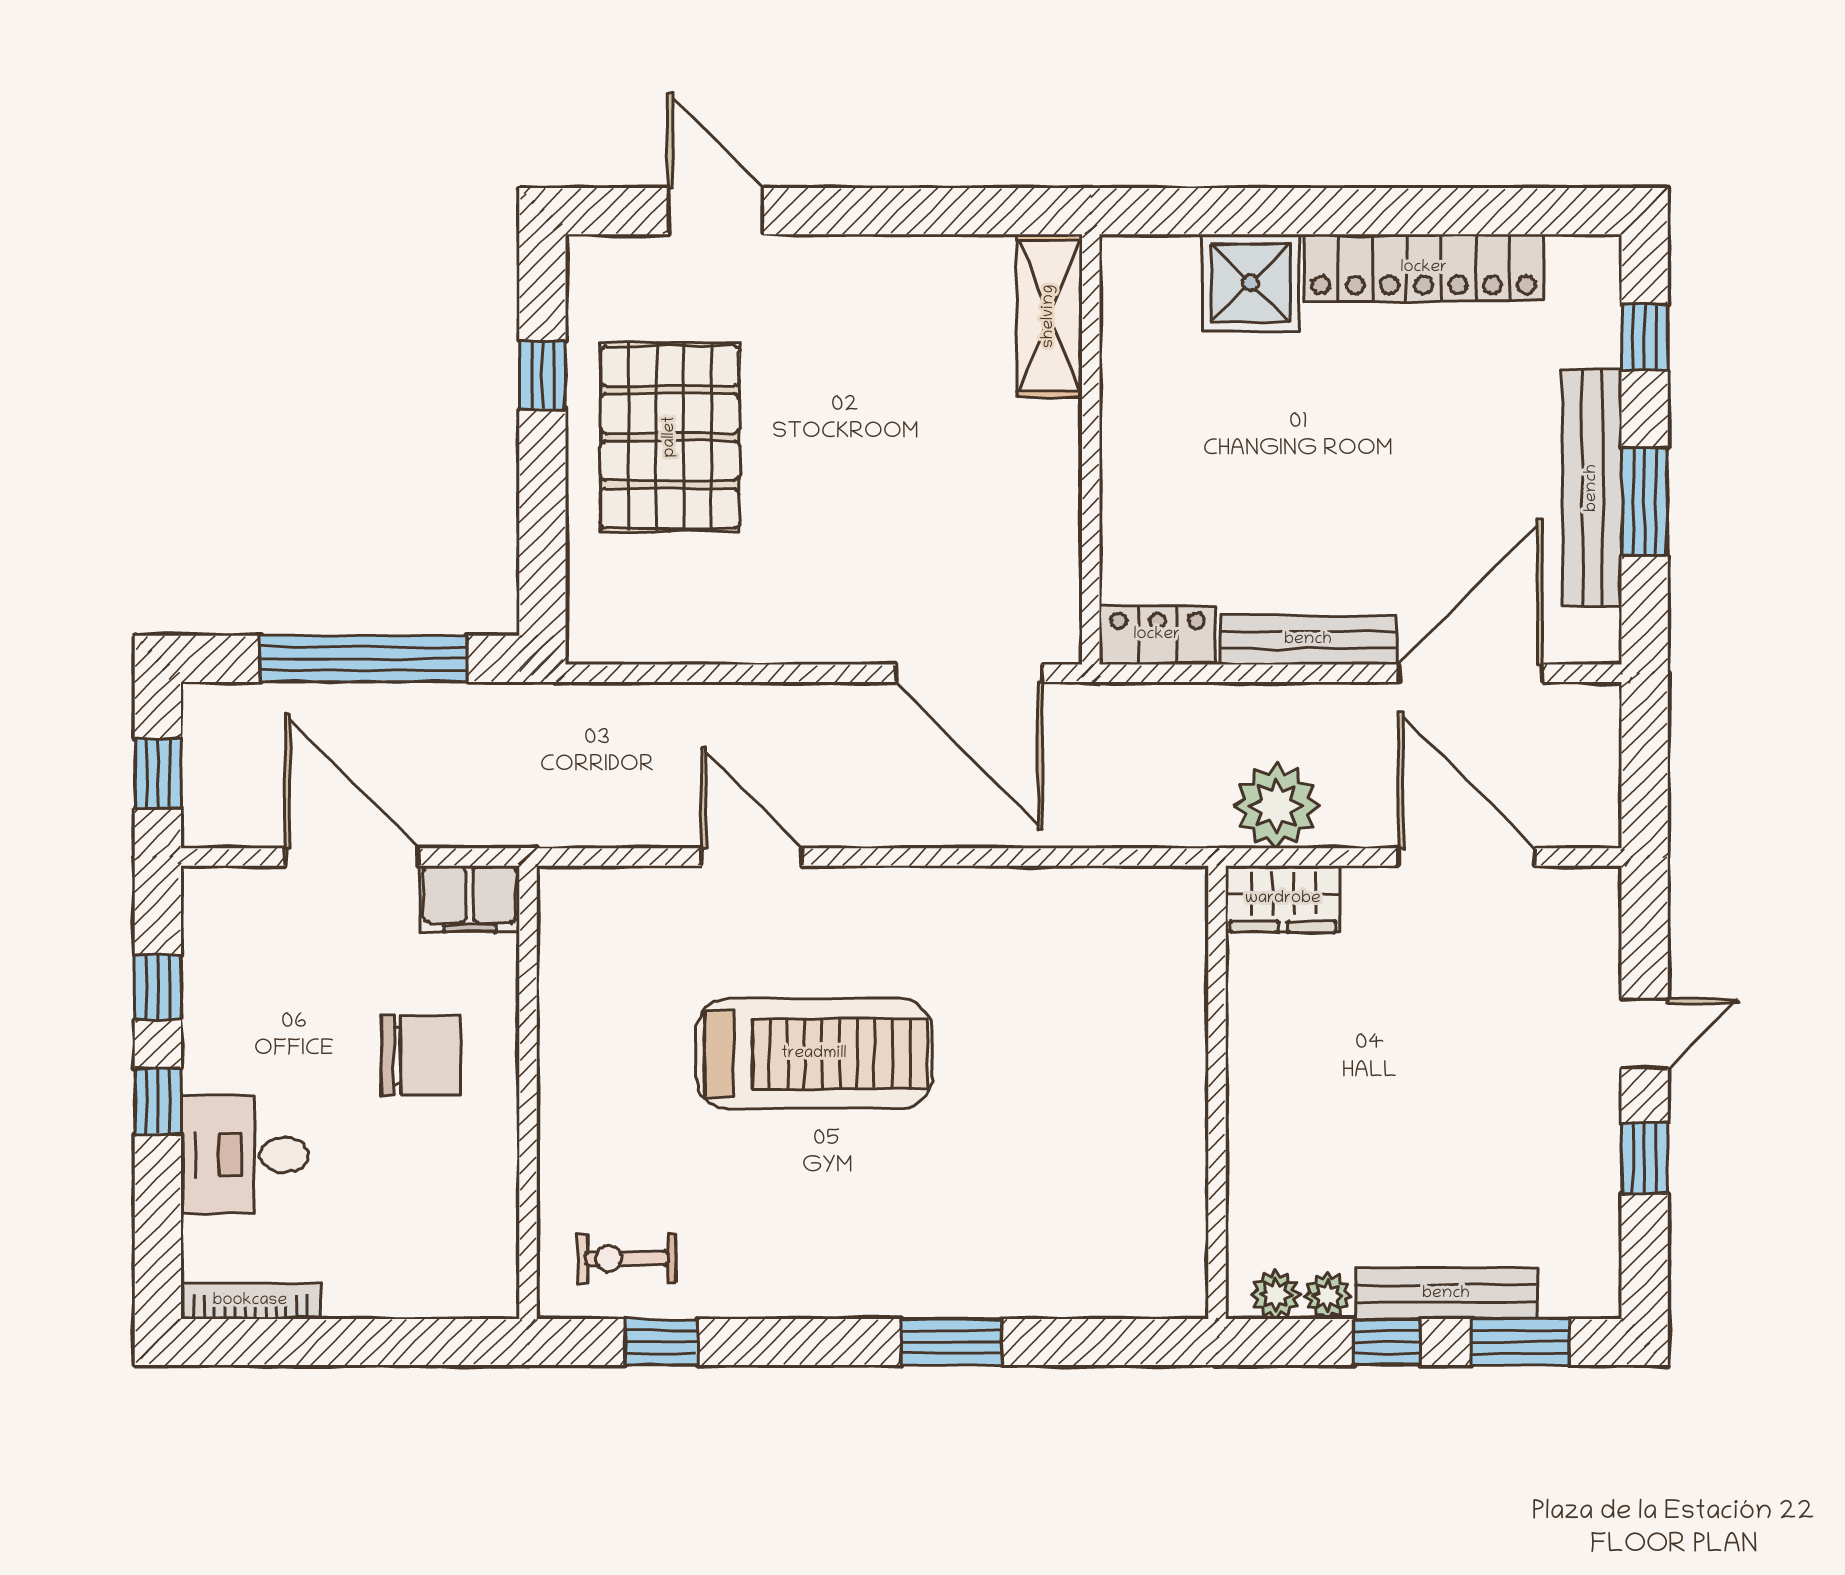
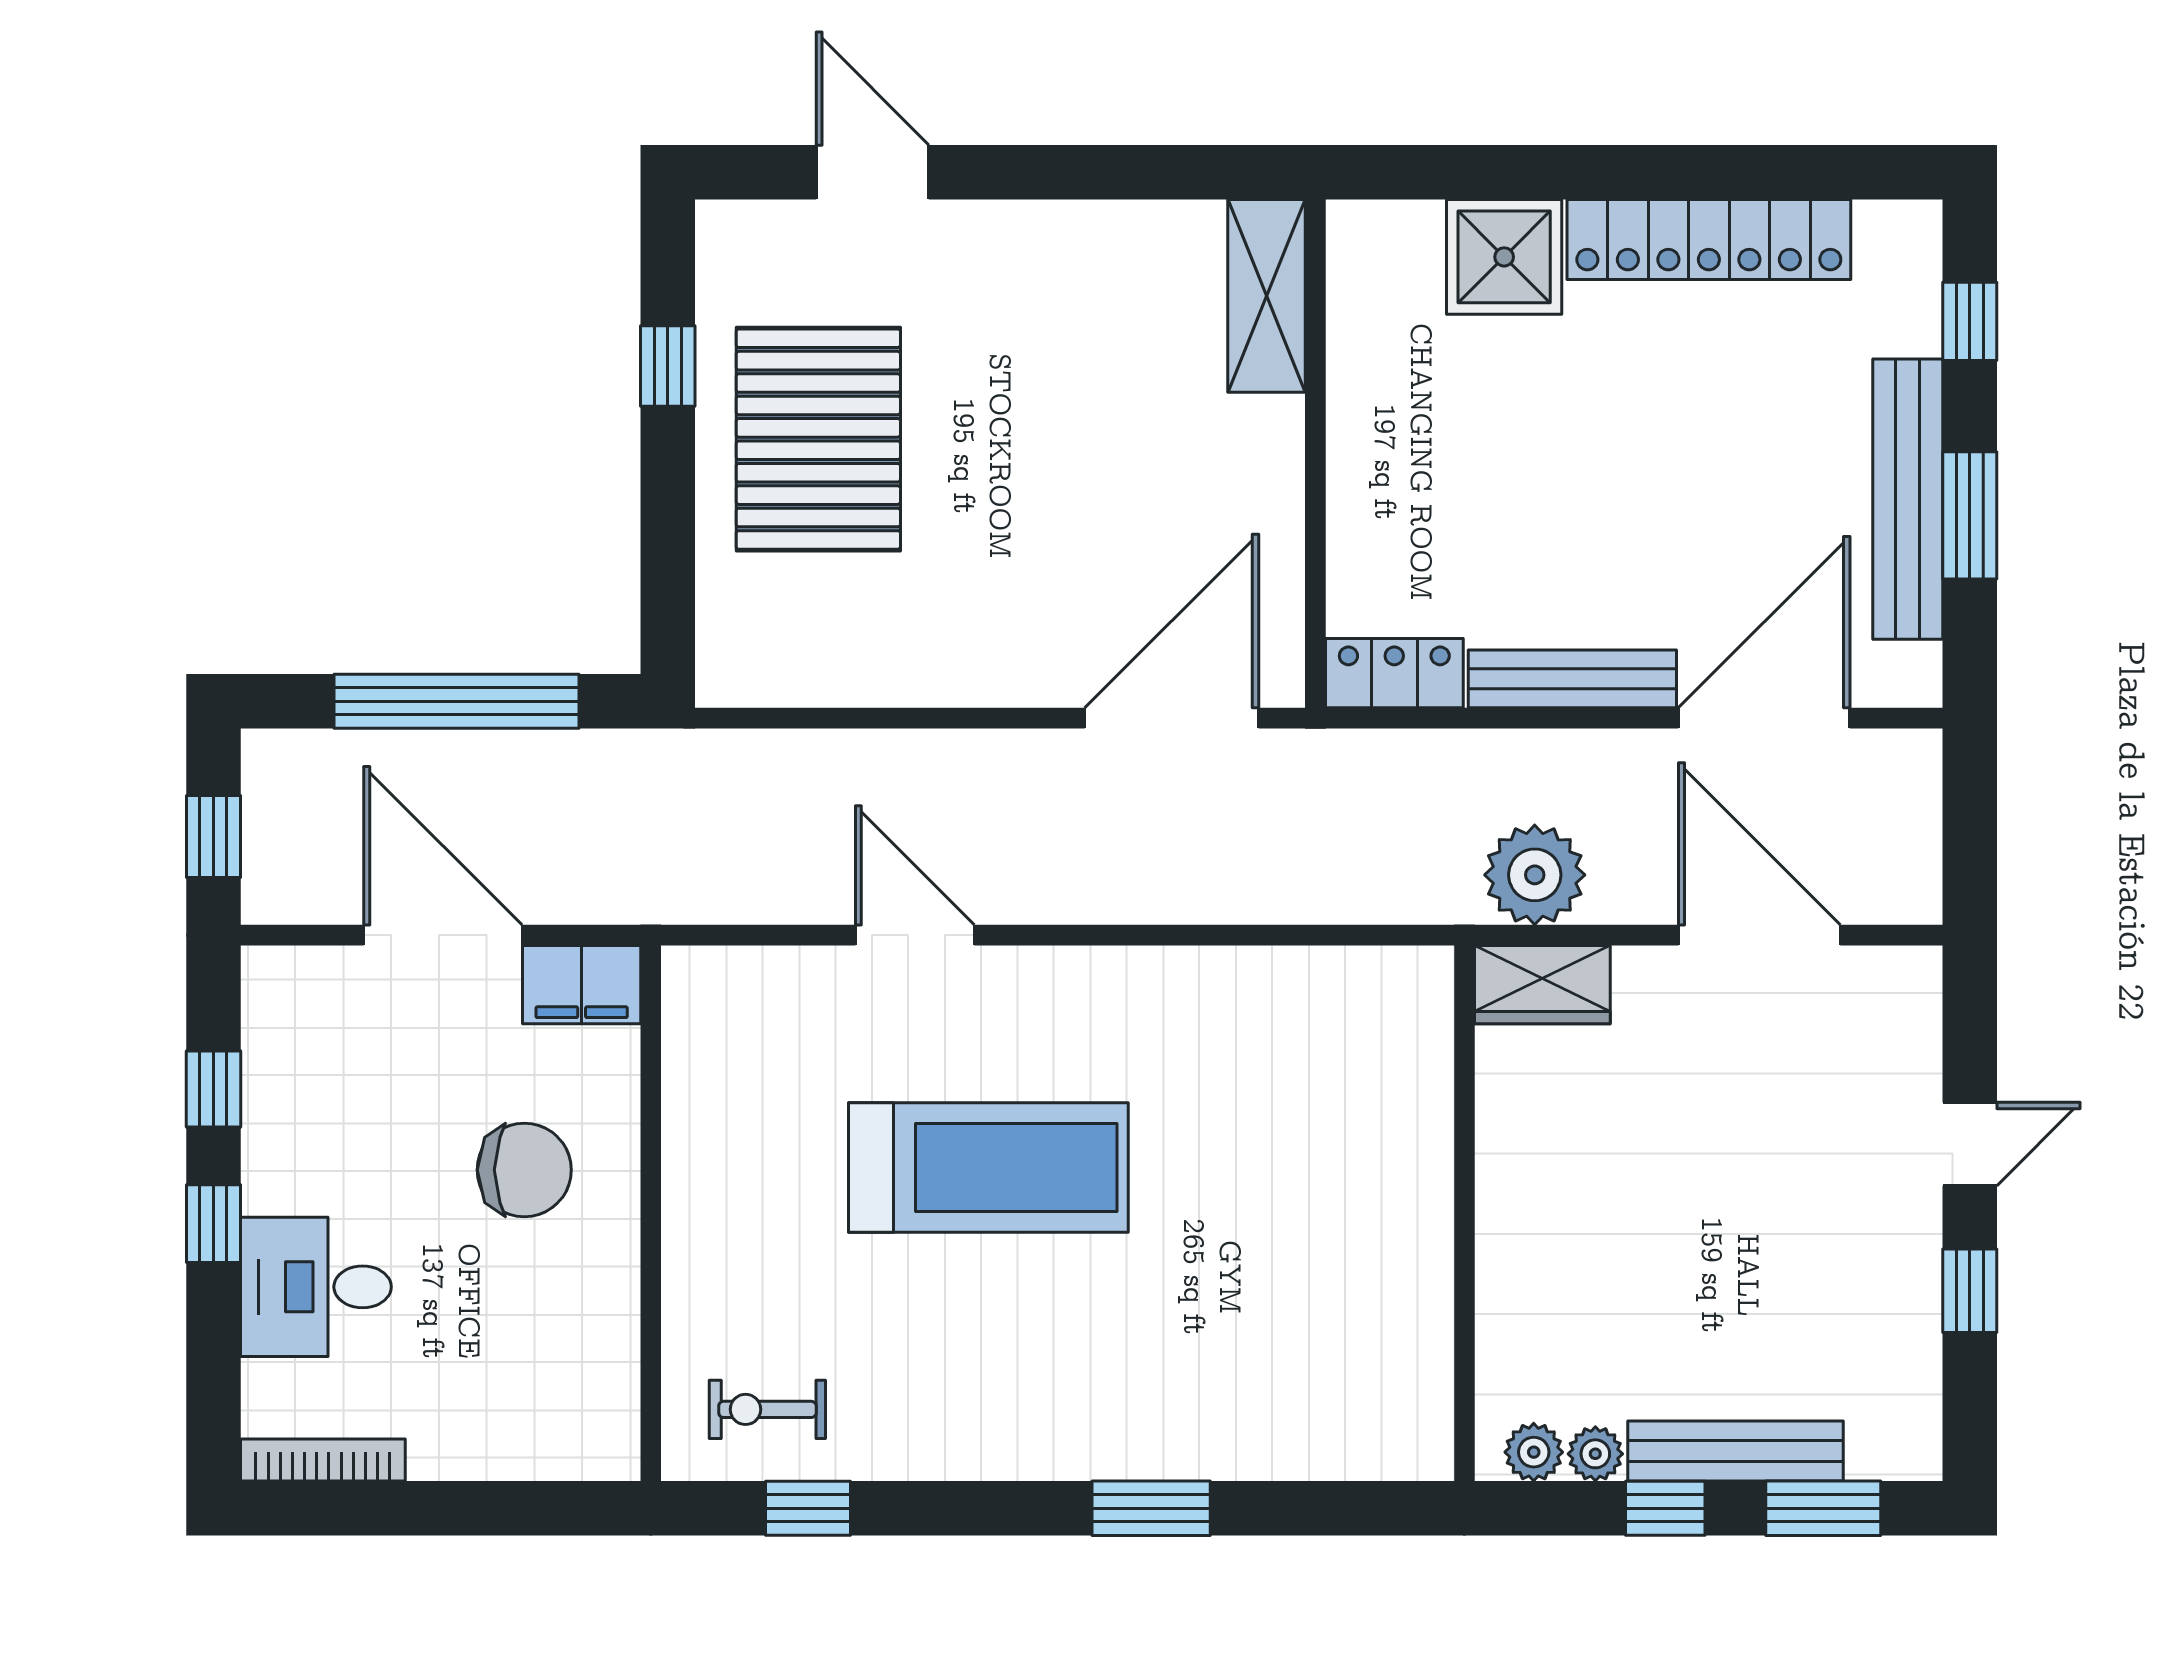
door: (969, 673) -> (1172, 718), swing flipped

